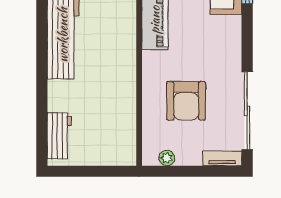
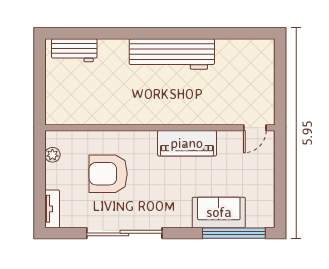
sliding door: (247, 111) -> (124, 233), moved

